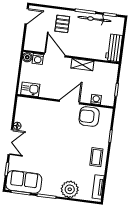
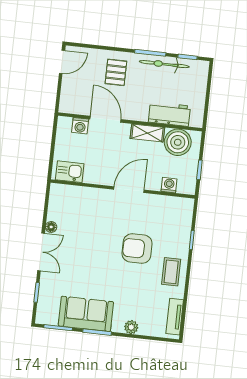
workbench: (114, 48) -> (169, 114), moved, turned 90
boiler: (27, 57) -> (178, 142), moved, width x1.86, depth x1.86
armchair: (89, 117) -> (137, 249), moved
sofa: (24, 182) -> (86, 314), moved
plant: (70, 189) -> (131, 327), width x0.53, depth x0.53

